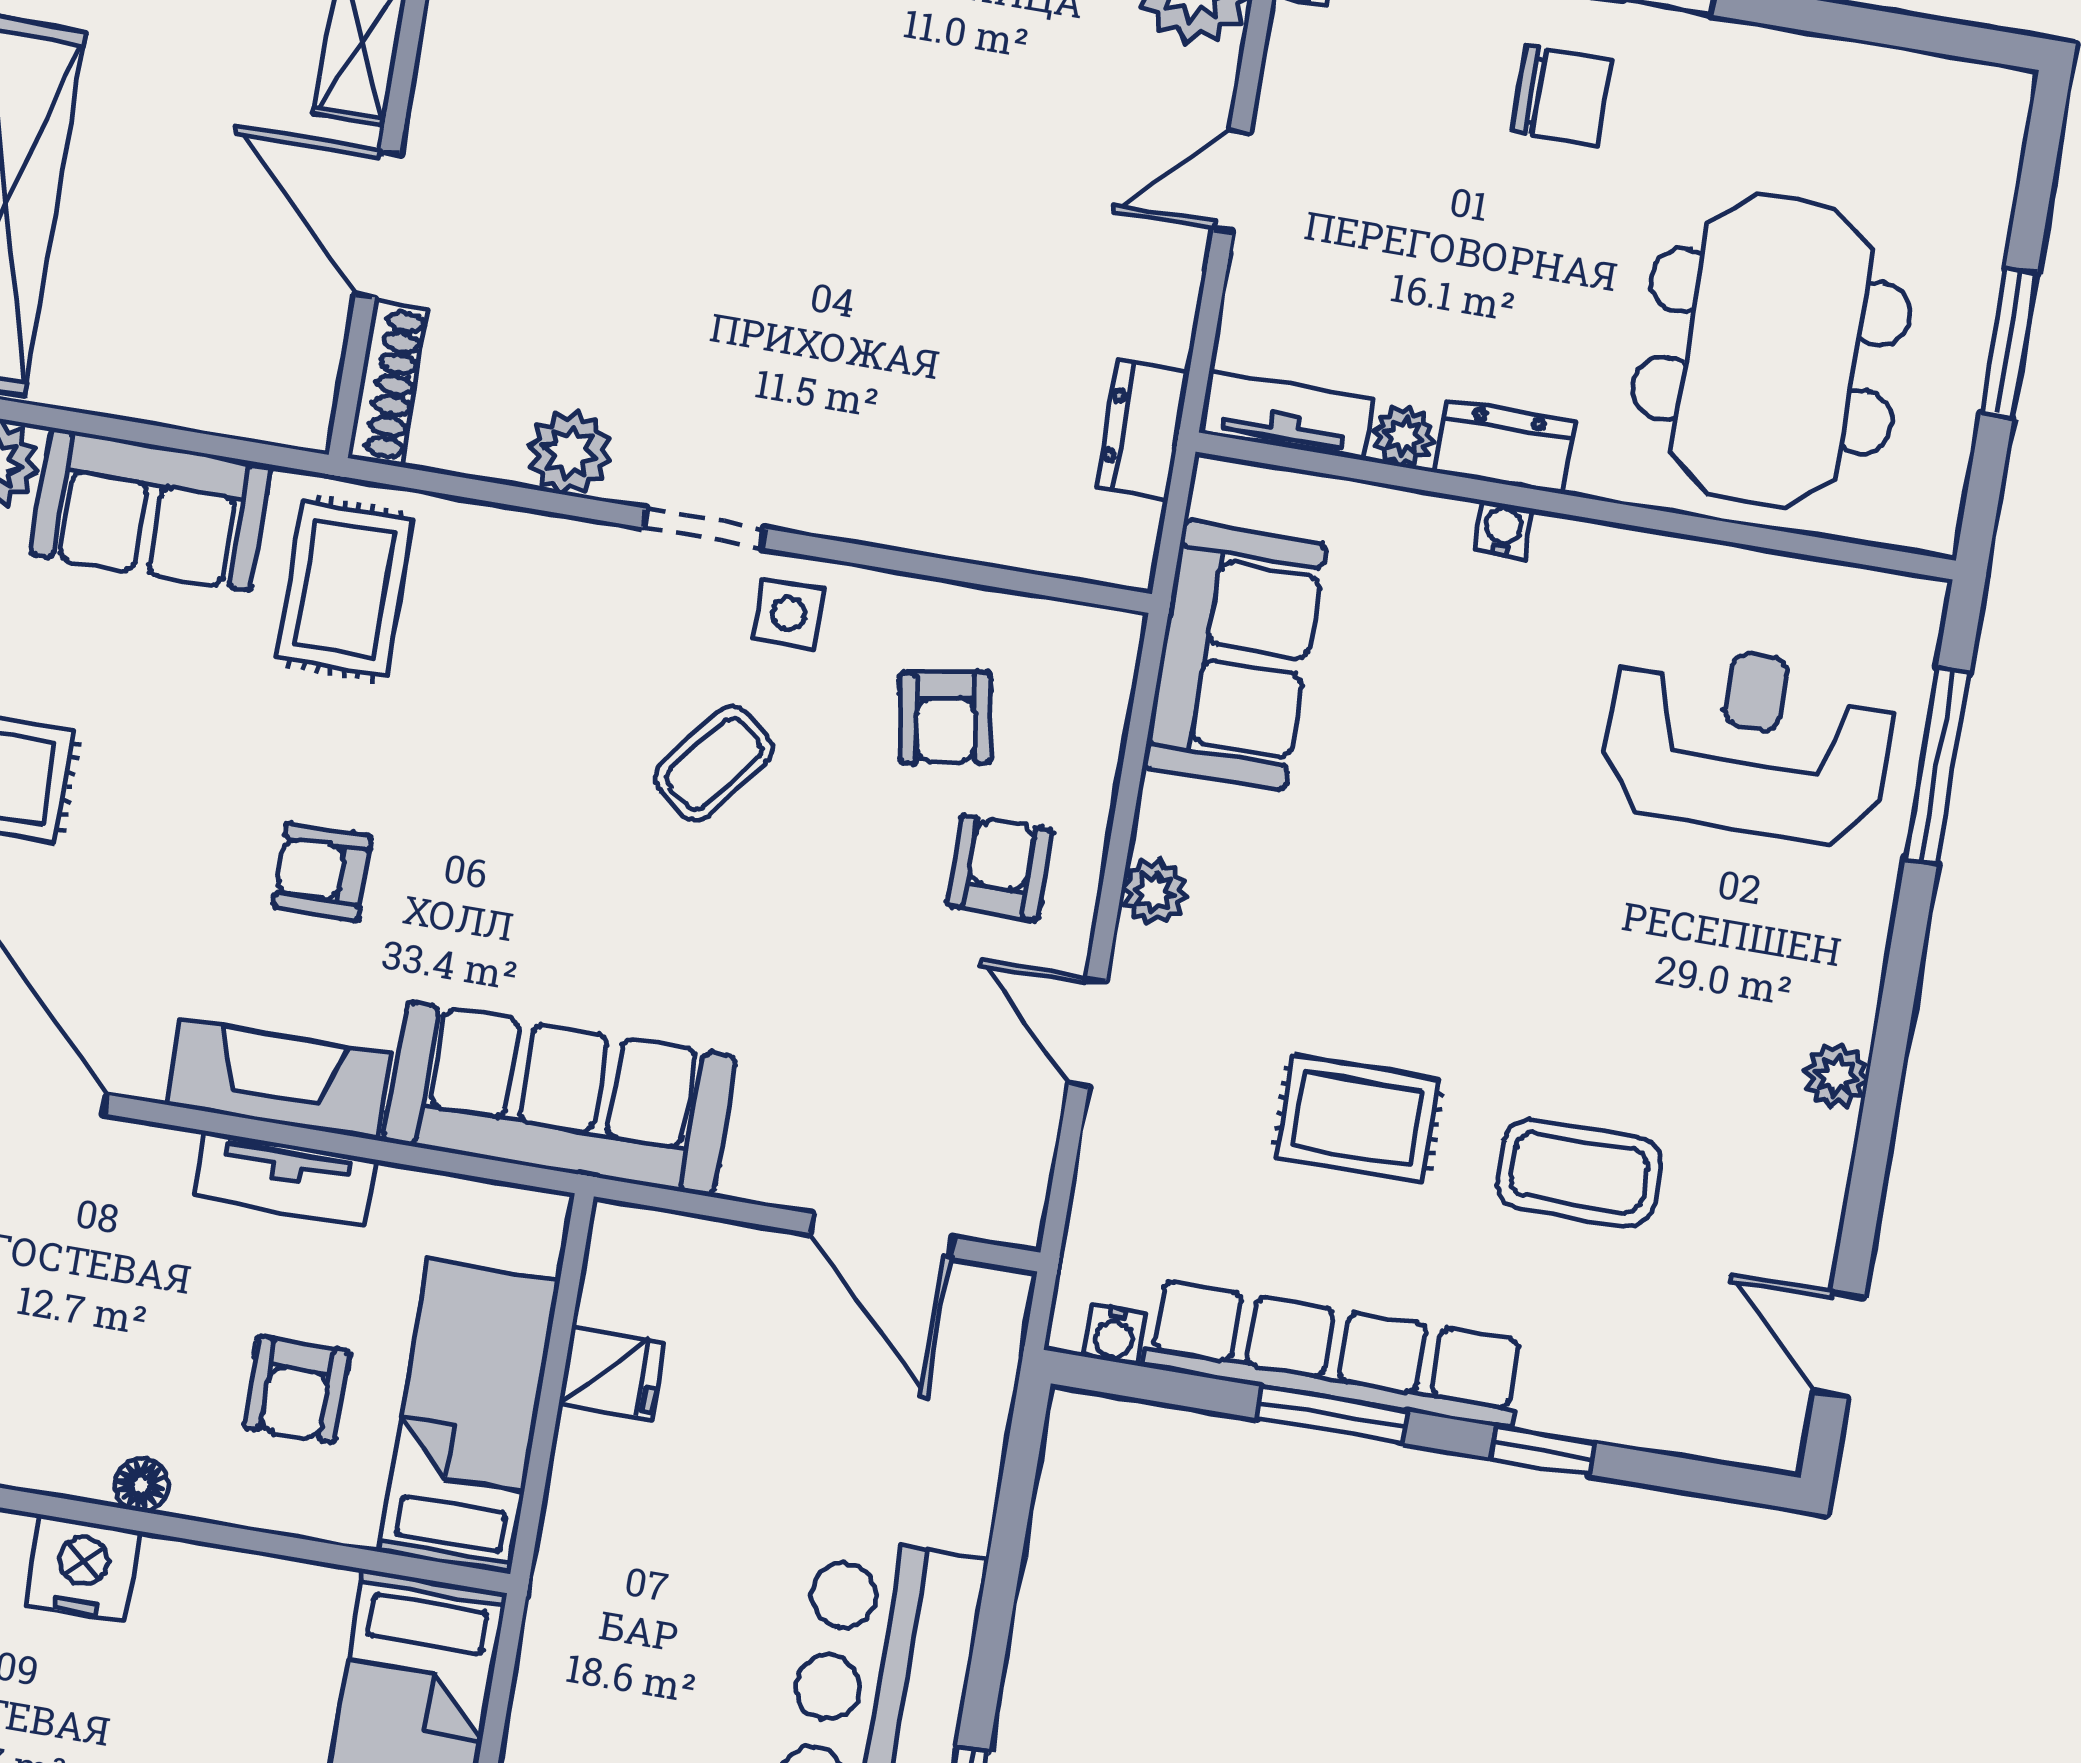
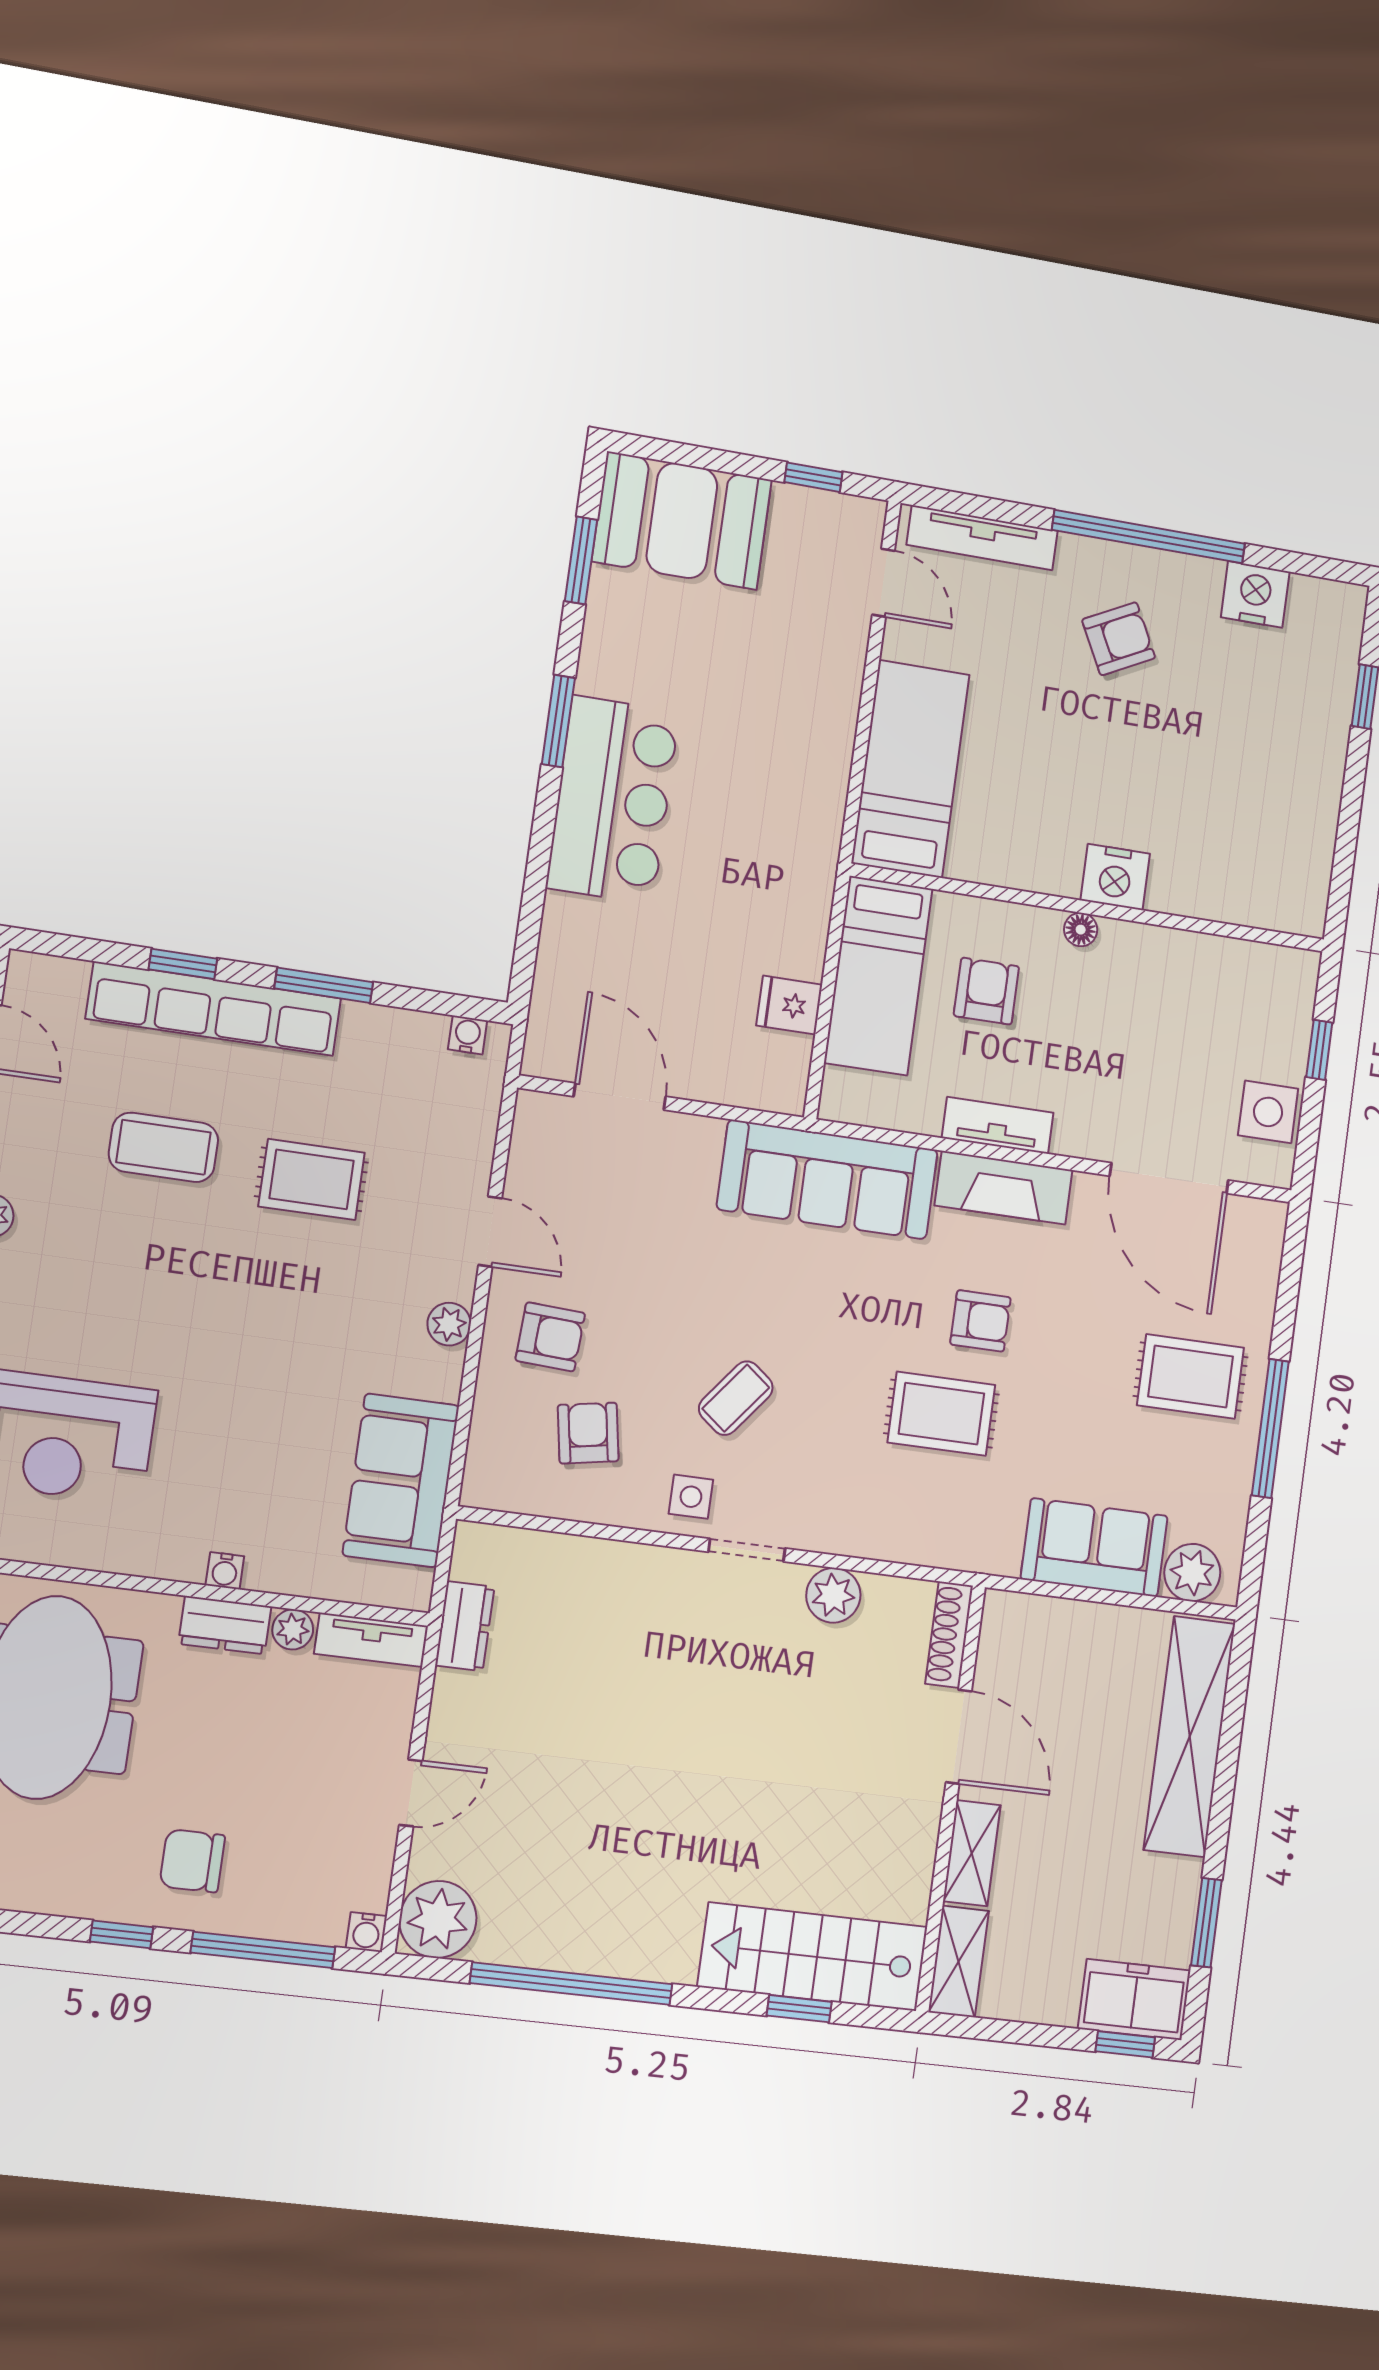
rug: (344, 589) -> (941, 1414), moved, turned 90
armchair: (1000, 868) -> (550, 1337), turned -87
row of seats: (1335, 1354) -> (214, 1009), moved

